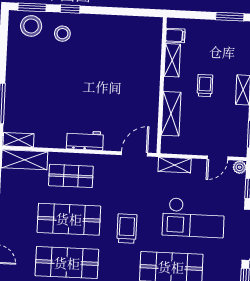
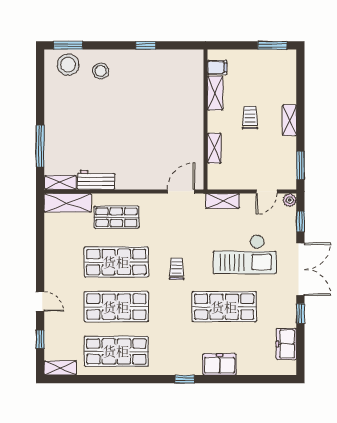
window: (70, 9) -> (146, 45), moved
shelving: (171, 114) -> (214, 148), width x0.67, depth x0.75
workbench: (85, 140) -> (96, 180), moved
trolley: (127, 229) -> (177, 269), width x0.73, depth x0.72

